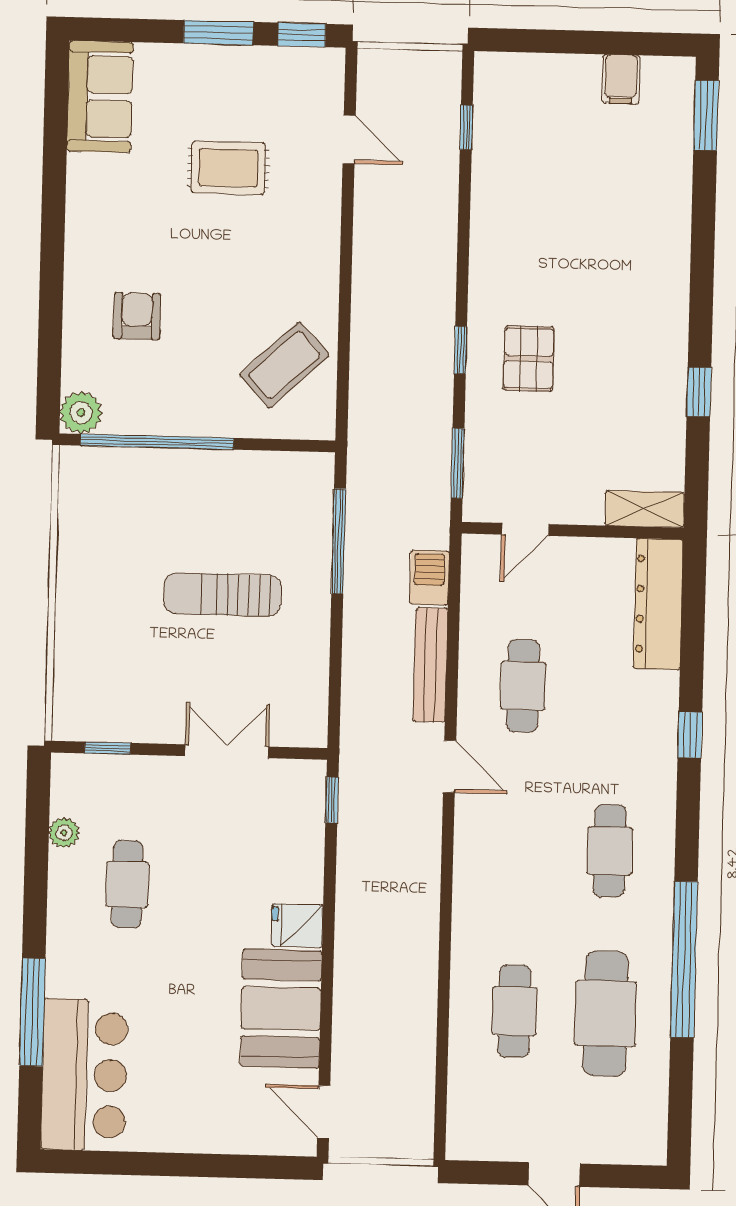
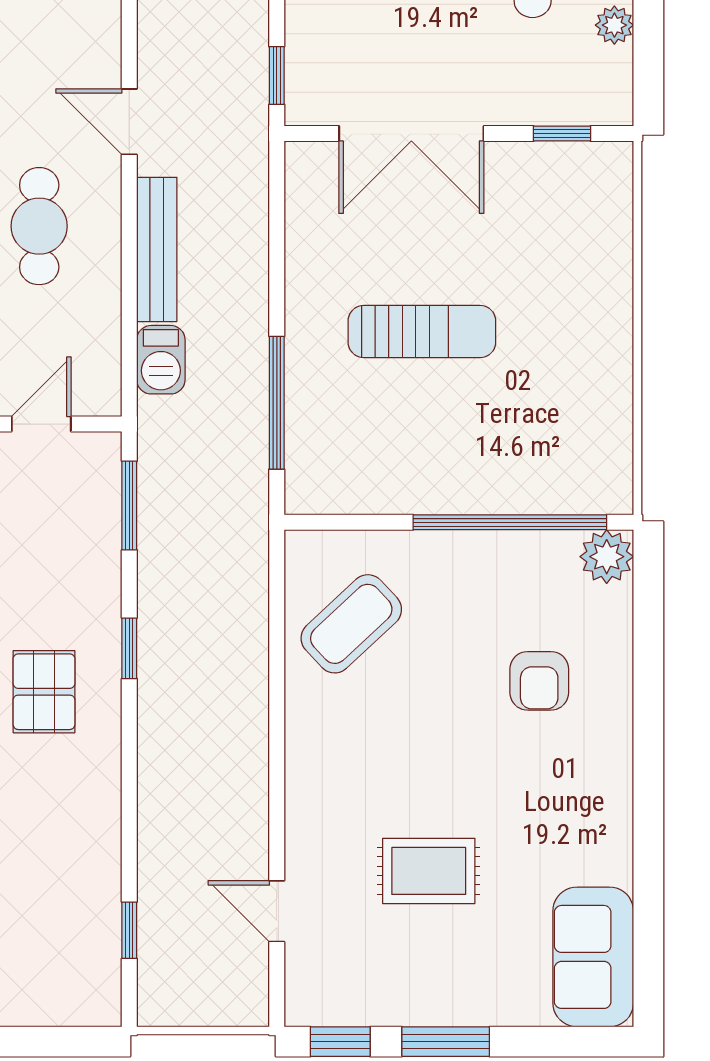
pallet: (529, 358) -> (44, 692), moved
double door: (227, 751) -> (411, 134), width x1.37

